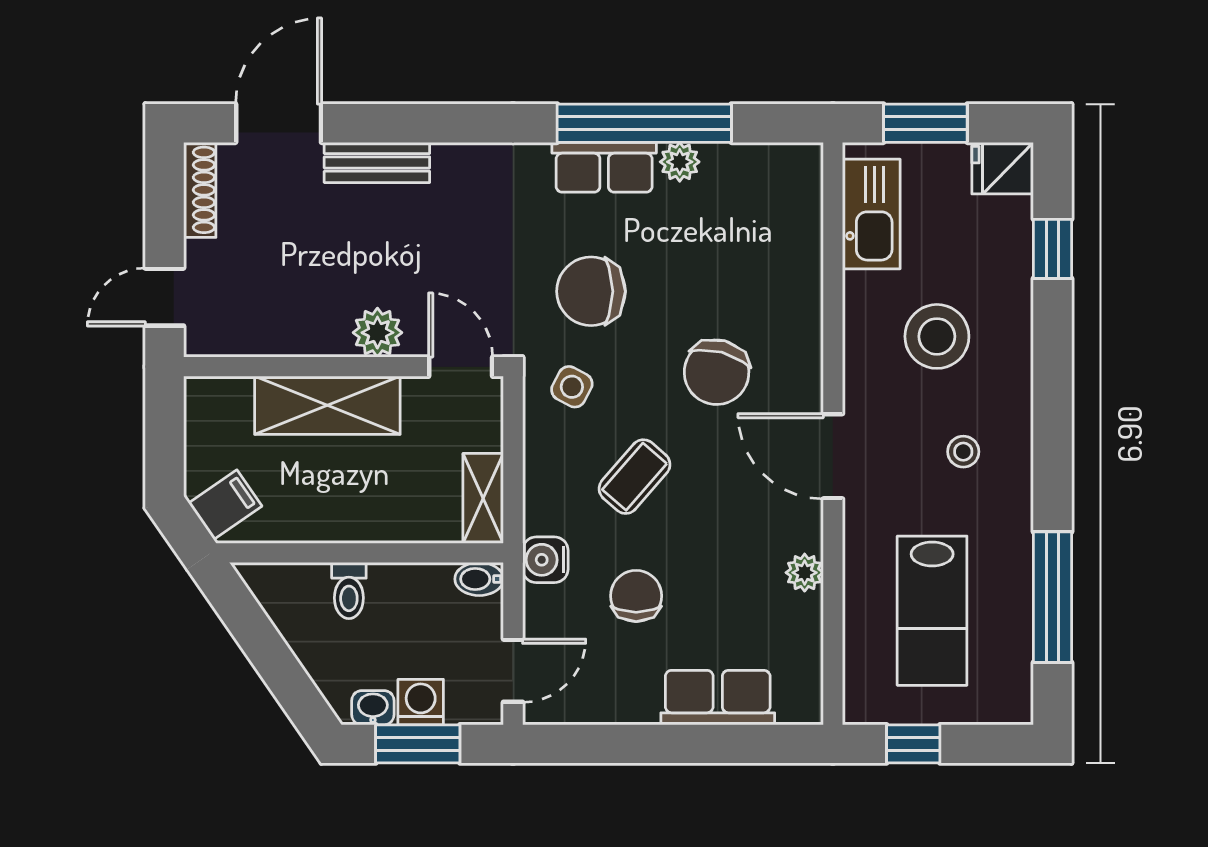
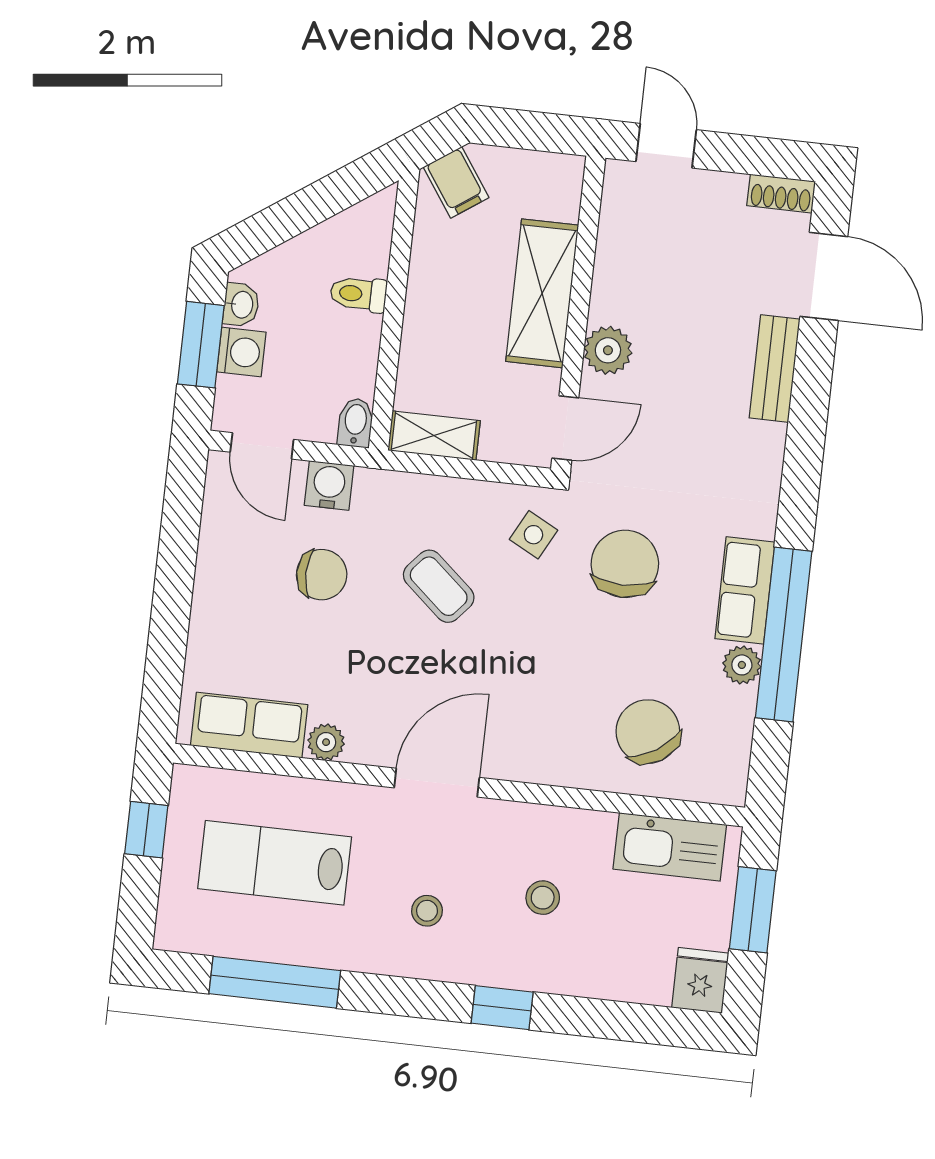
shoe rack: (200, 190) -> (781, 194), width x0.70
window: (1053, 249) -> (502, 1008), moved
stool: (937, 336) -> (543, 898), width x0.53, depth x0.53
chair: (717, 372) -> (648, 732), moved, turned 42
water cooler: (545, 560) -> (329, 485), moved
row of seats: (718, 698) -> (249, 725), moved, turned -90

